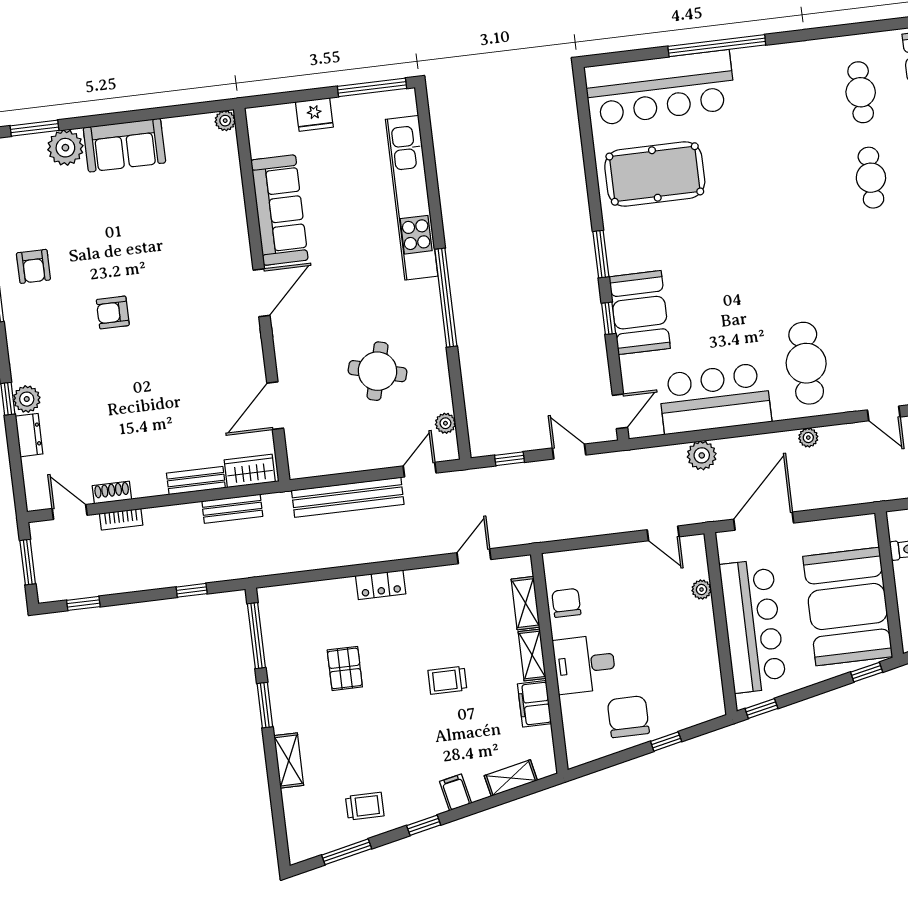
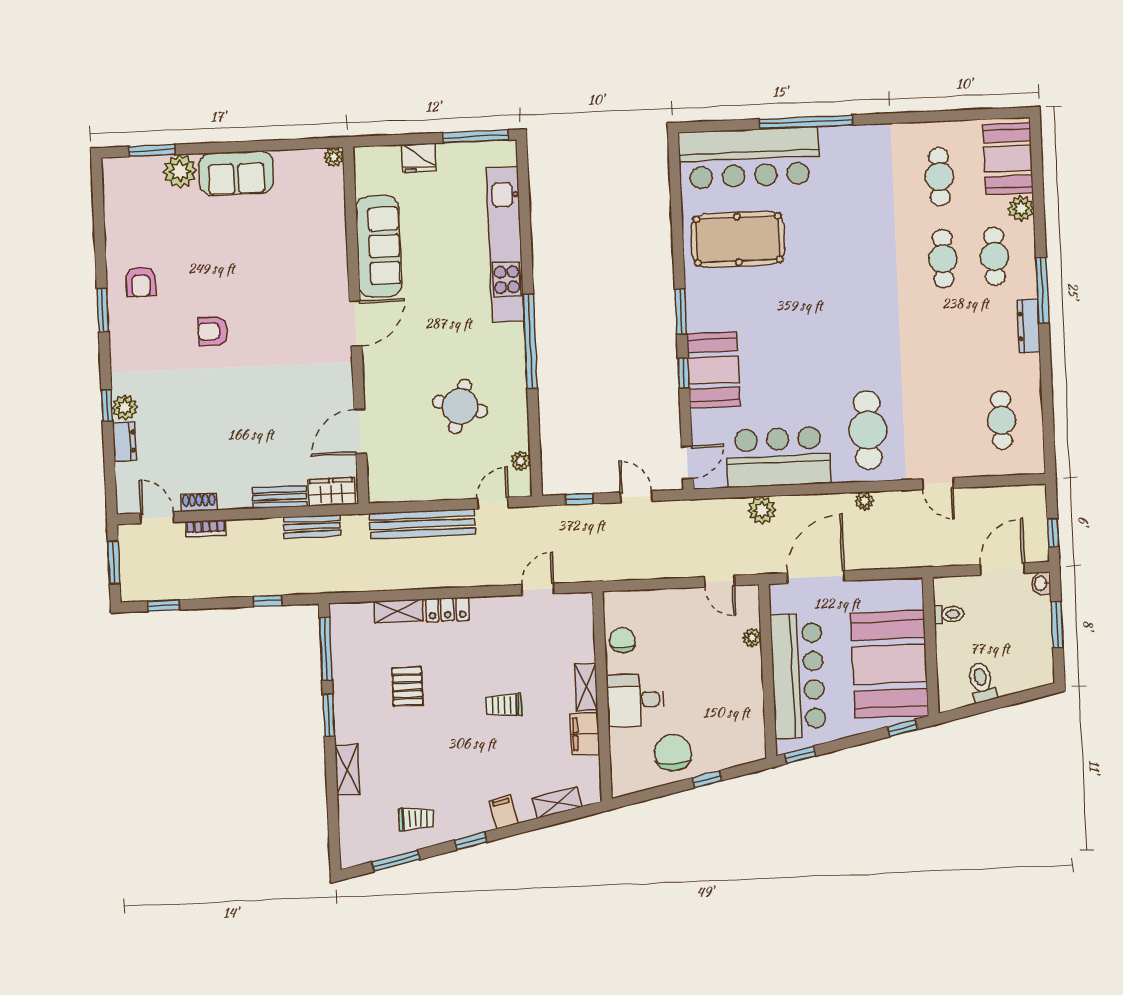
shelving: (526, 603) -> (398, 611), moved, turned 90

